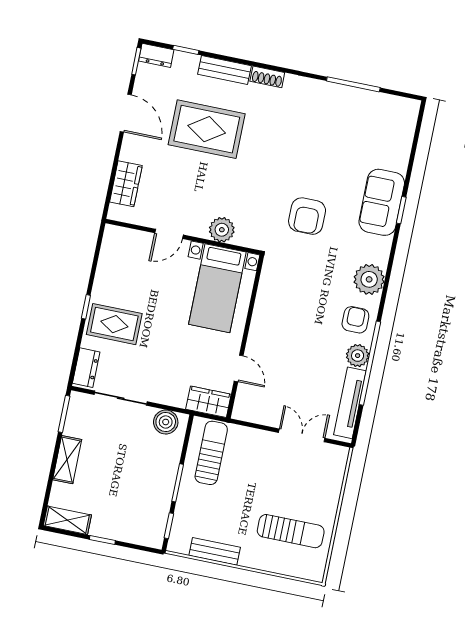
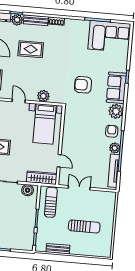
plant: (186, 64) -> (17, 20), added
corner sofa: (374, 122) -> (109, 36), added
rug: (207, 129) -> (31, 49), width x0.73, depth x0.70
sofa: (382, 202) -> (116, 88), moved
armchair: (307, 216) -> (83, 85), turned 90
door: (169, 234) -> (19, 101), swing flipped
wardrobe: (208, 402) -> (42, 178), width x1.50
double door: (302, 435) -> (79, 188), moved
sun lounger: (291, 531) -> (84, 226), moved

